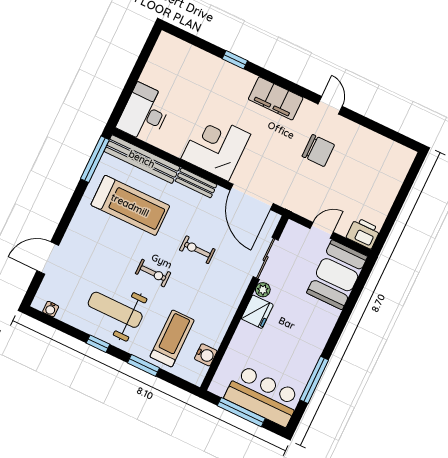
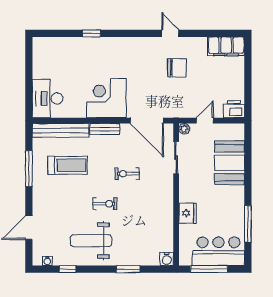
filing cabinet: (276, 98) -> (226, 46), moved
window: (95, 159) -> (29, 169), moved
treadmill: (130, 205) -> (68, 165), width x0.73, depth x0.73
booth: (337, 275) -> (229, 163), moved
plant: (263, 290) -> (184, 129), moved
fridge: (257, 312) -> (188, 213), moved
treadmill: (172, 338) -> (139, 242), removed
window: (98, 344) -> (68, 269), moved
water cooler: (206, 355) -> (167, 259), moved, turned 90

